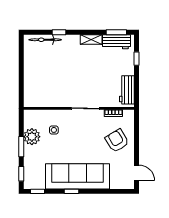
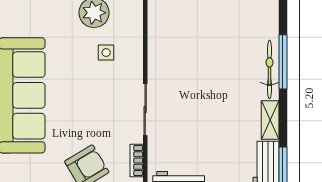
window: (59, 32) -> (283, 62), width x2.17
bicycle: (45, 40) -> (269, 69), moved

